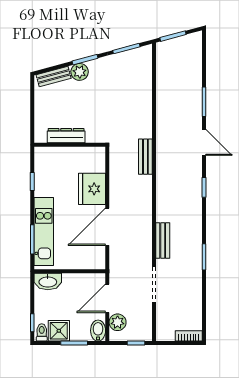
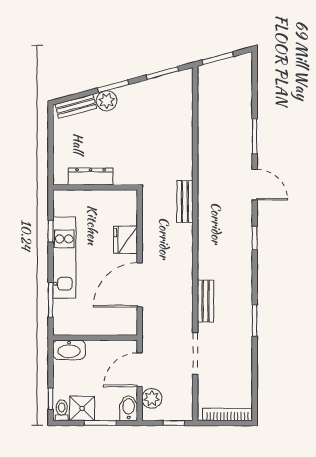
fridge: (92, 189) -> (125, 240), width x0.73, depth x0.75
kitchen unit: (44, 232) -> (64, 258), moved
bookcase: (189, 336) -> (228, 414), width x1.56

